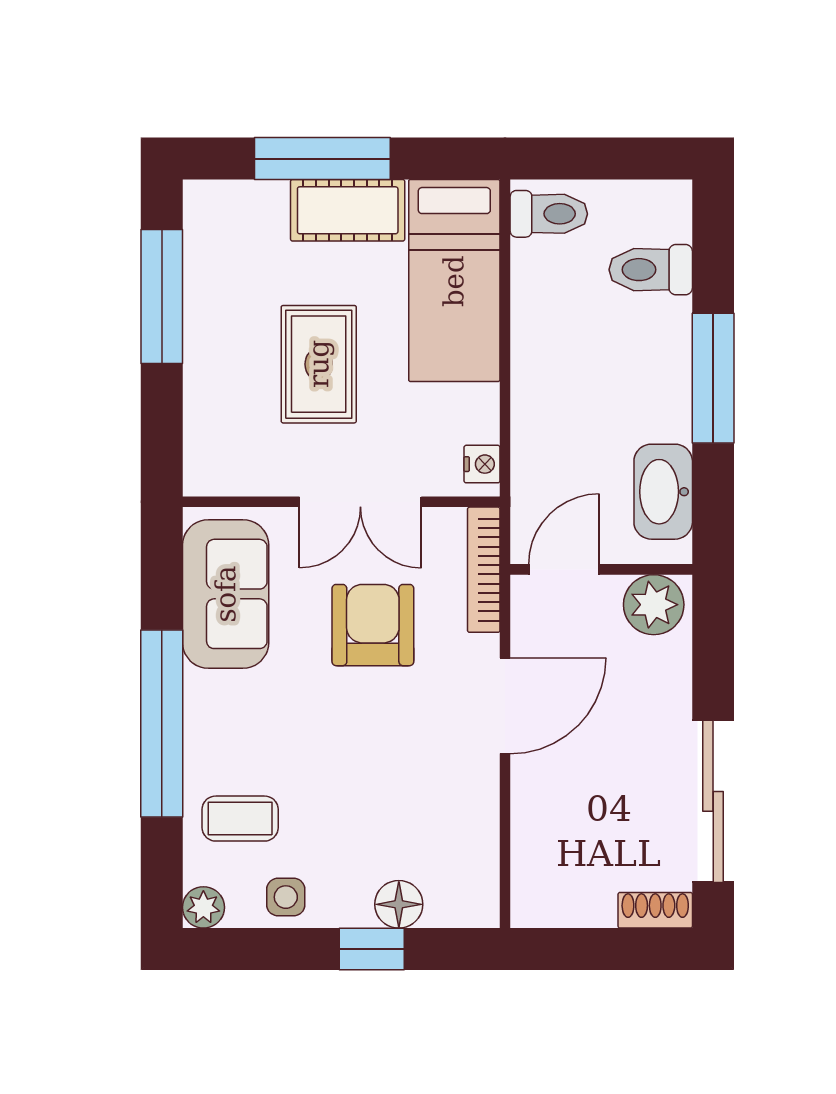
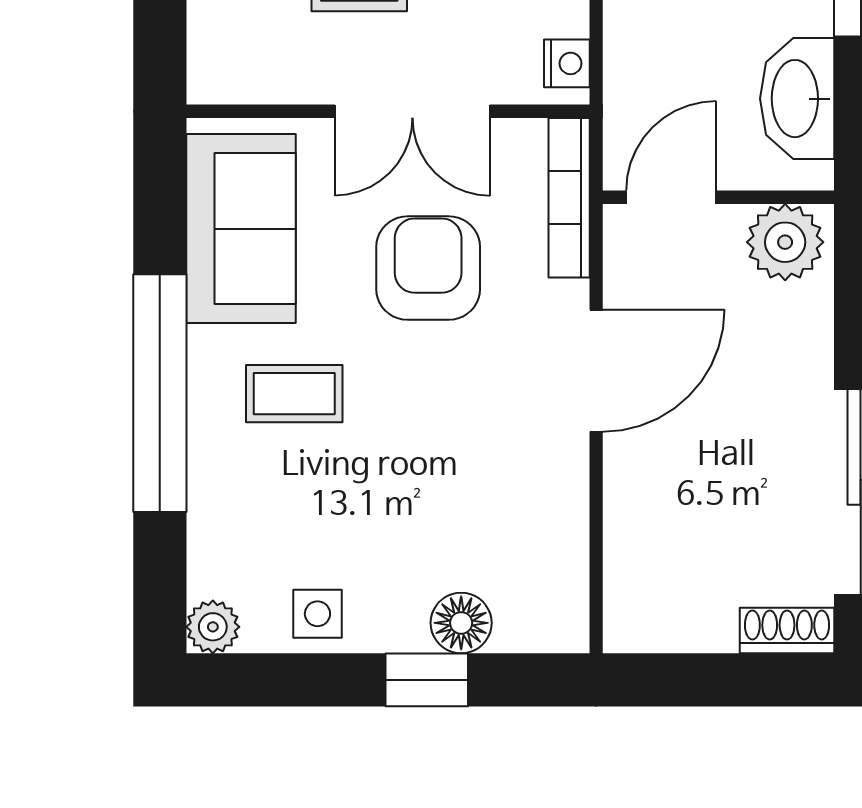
coffee table: (240, 819) -> (294, 394), moved

